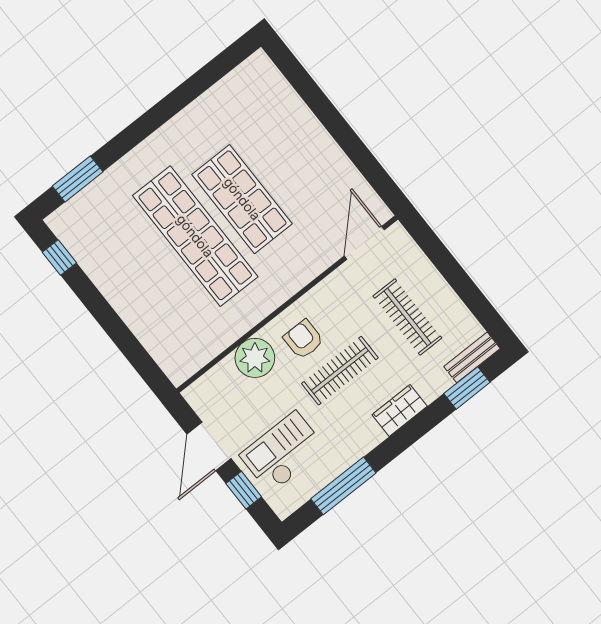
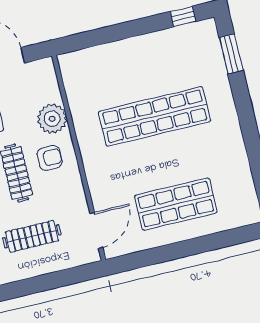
shop shelf: (242, 199) -> (176, 204), moved
door: (364, 243) -> (96, 230), hinge flipped

